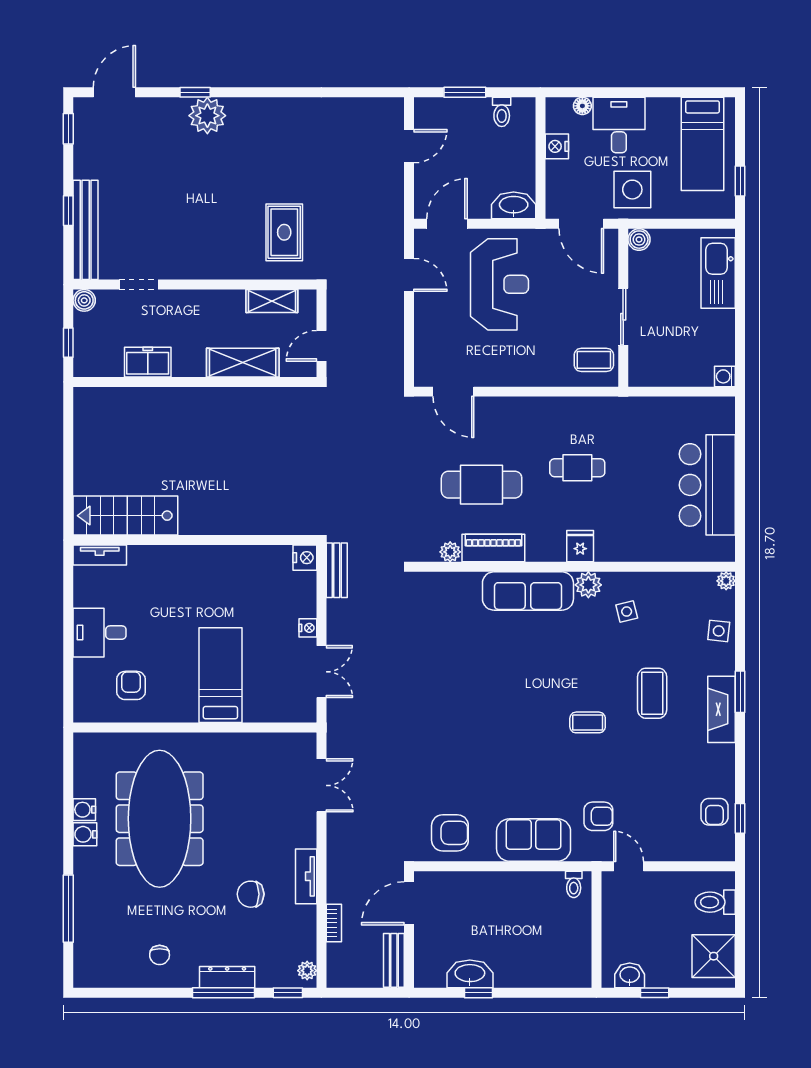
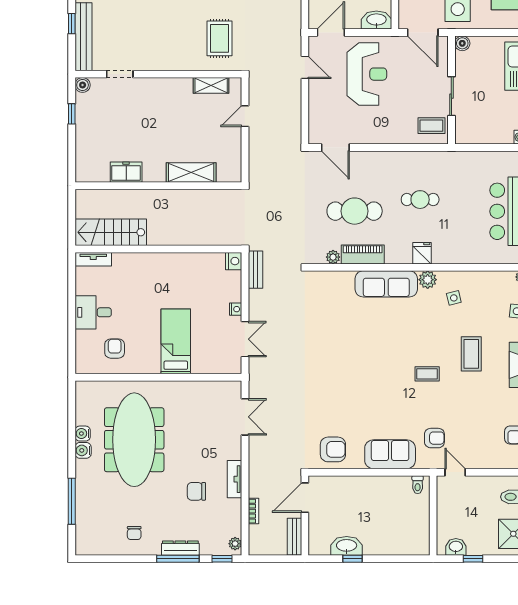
freezer: (148, 362) -> (126, 172), moved
shelving: (243, 363) -> (191, 173), moved
wall: (195, 382) -> (158, 186), moved

